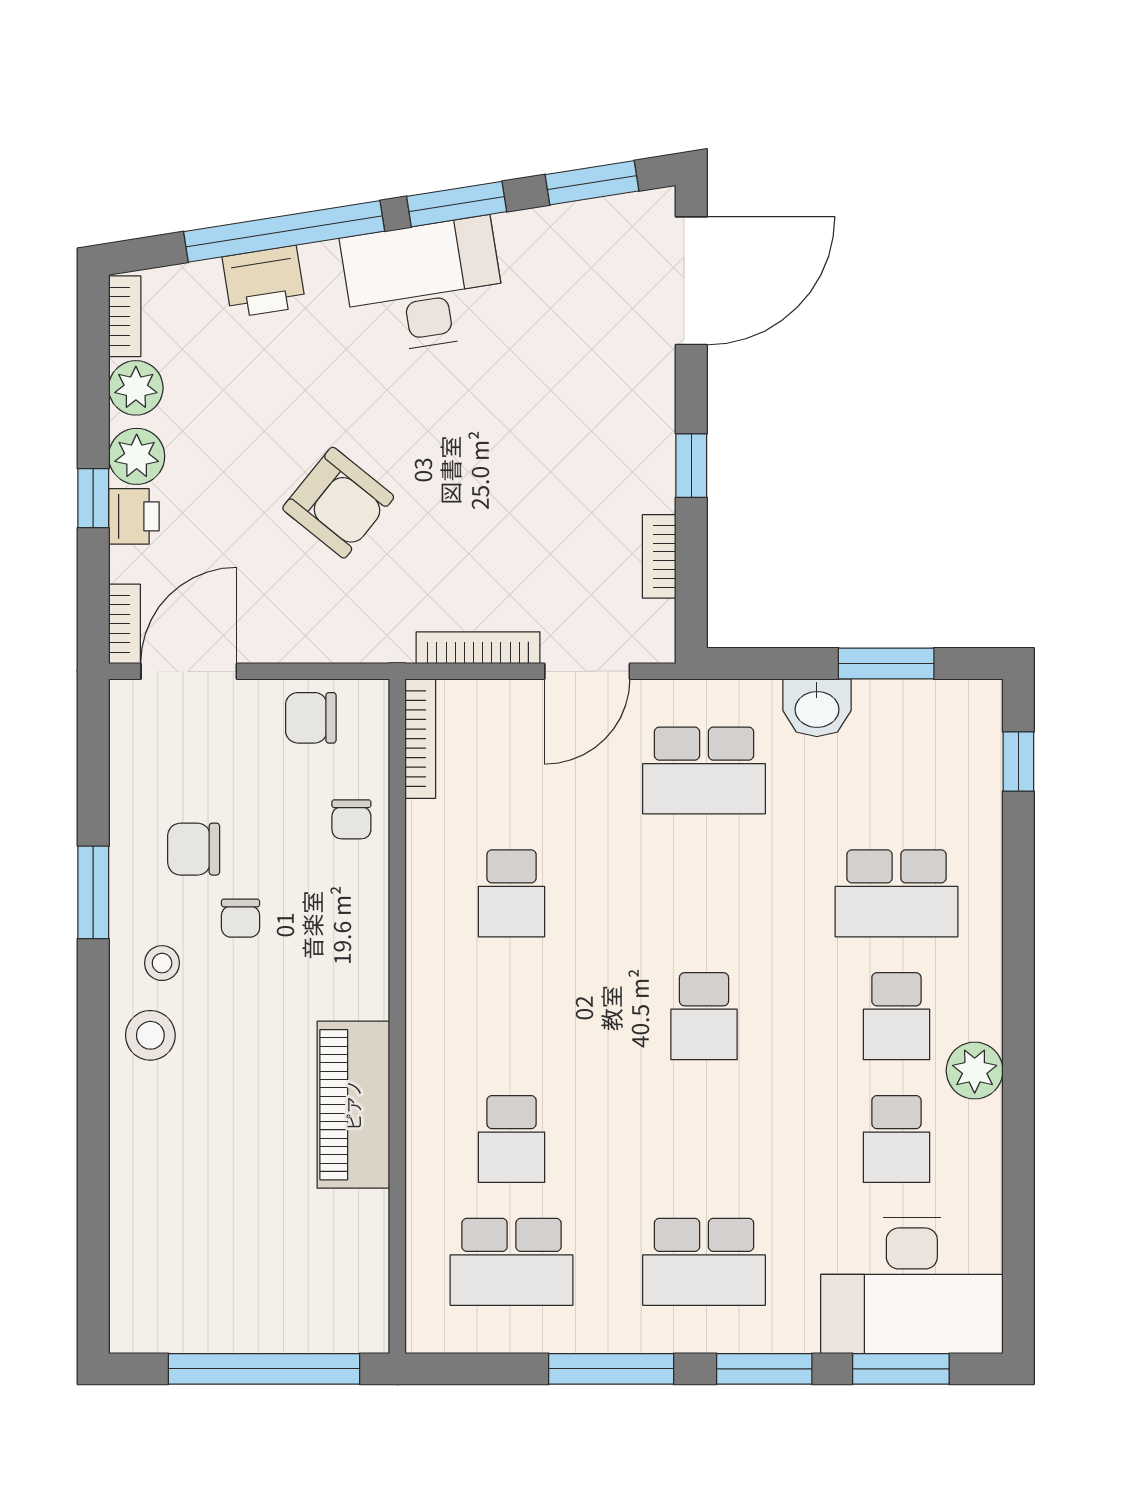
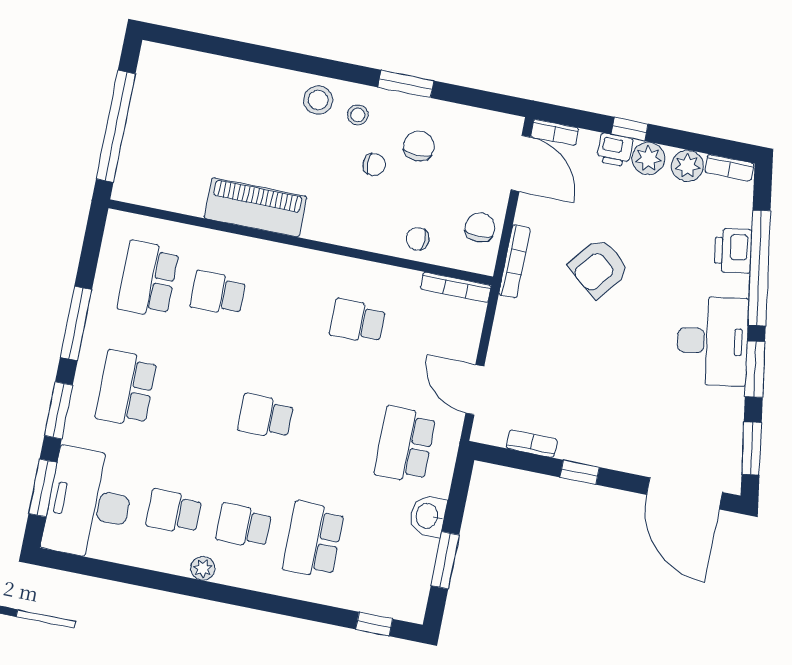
bookcase: (478, 648) -> (515, 261), moved
chair: (241, 918) -> (374, 165), turned 180
plant: (975, 1071) -> (203, 568), width x0.73, depth x0.73

